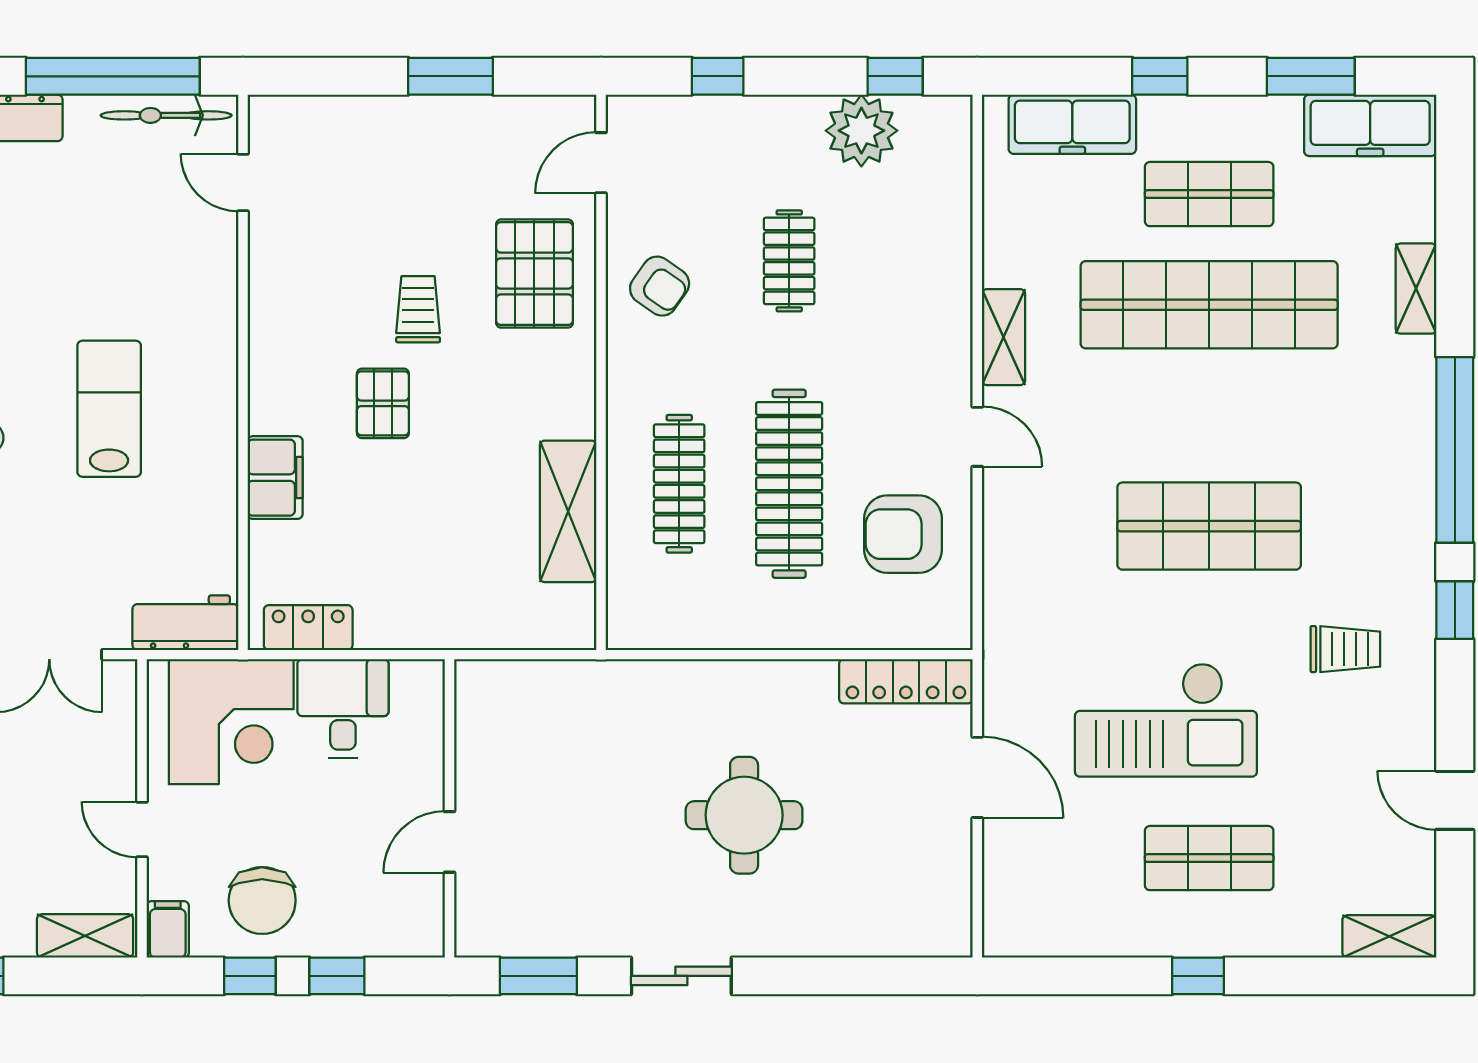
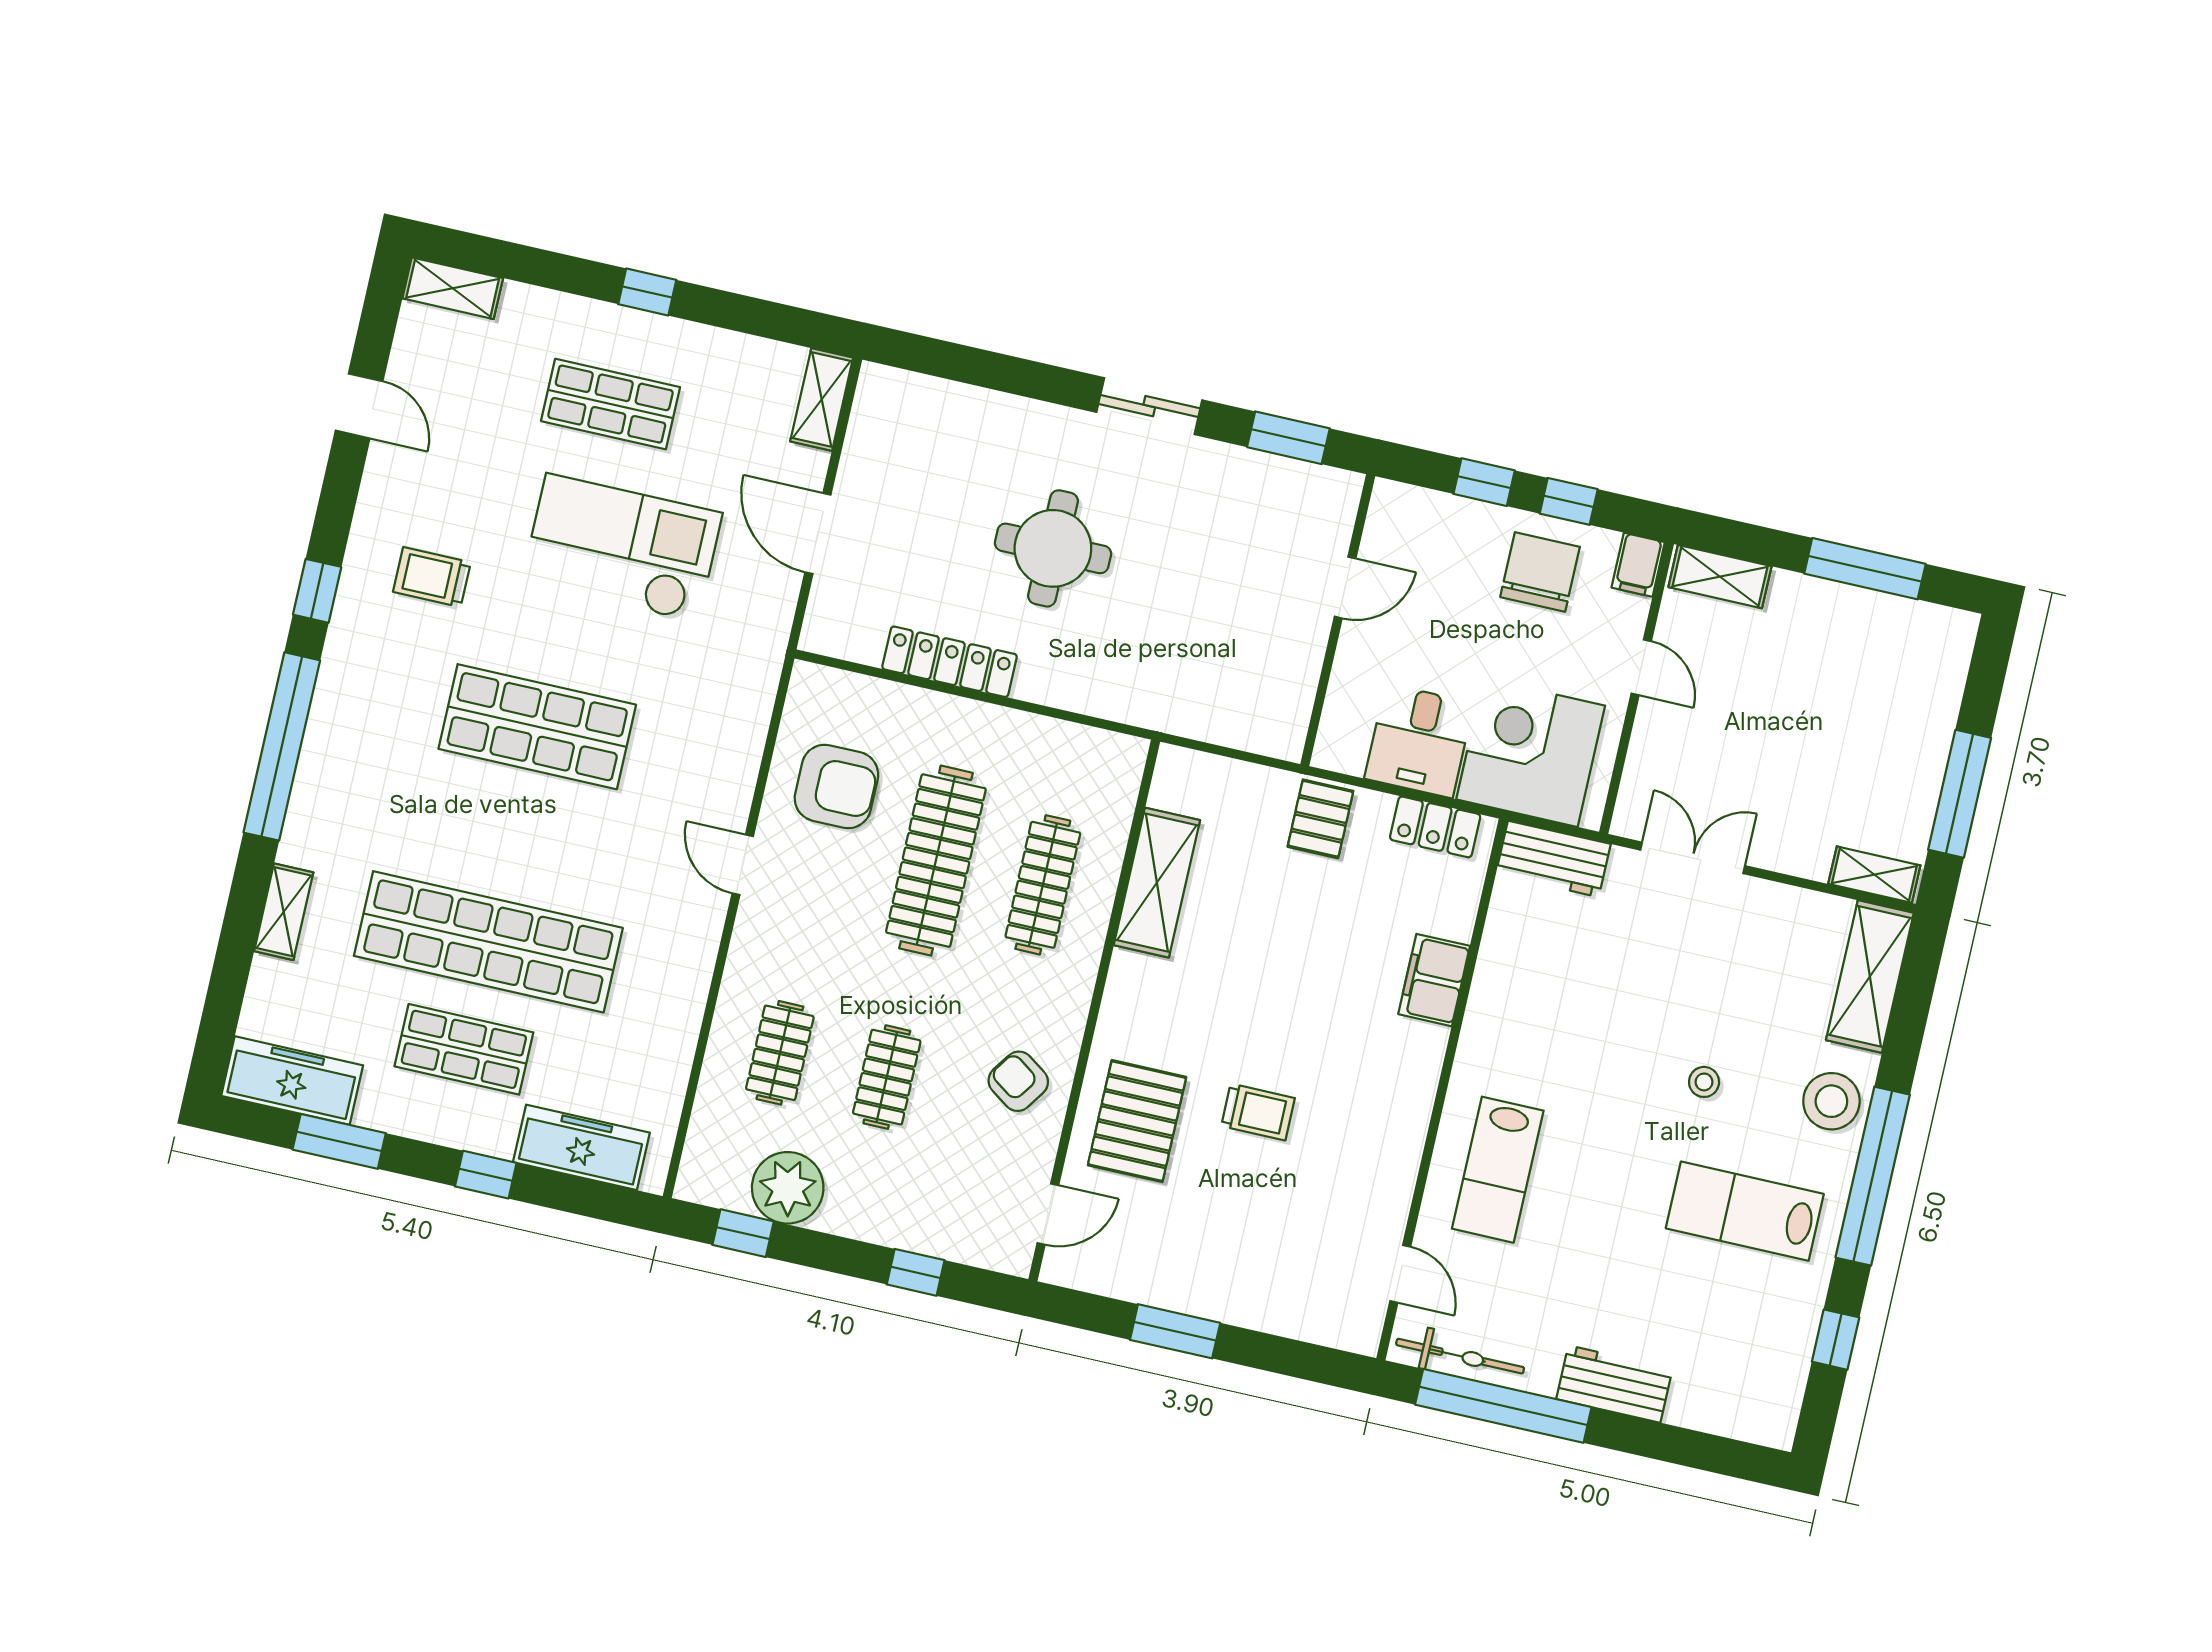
clothes rail: (899, 261) -> (780, 1053), added
trolley: (418, 309) -> (1258, 1112), turned -90
shelving: (1004, 337) -> (822, 399), moved
pallet: (383, 403) -> (1320, 819), moved
lab bench: (109, 409) -> (1498, 1170), moved
locker: (906, 681) -> (950, 662), moved

